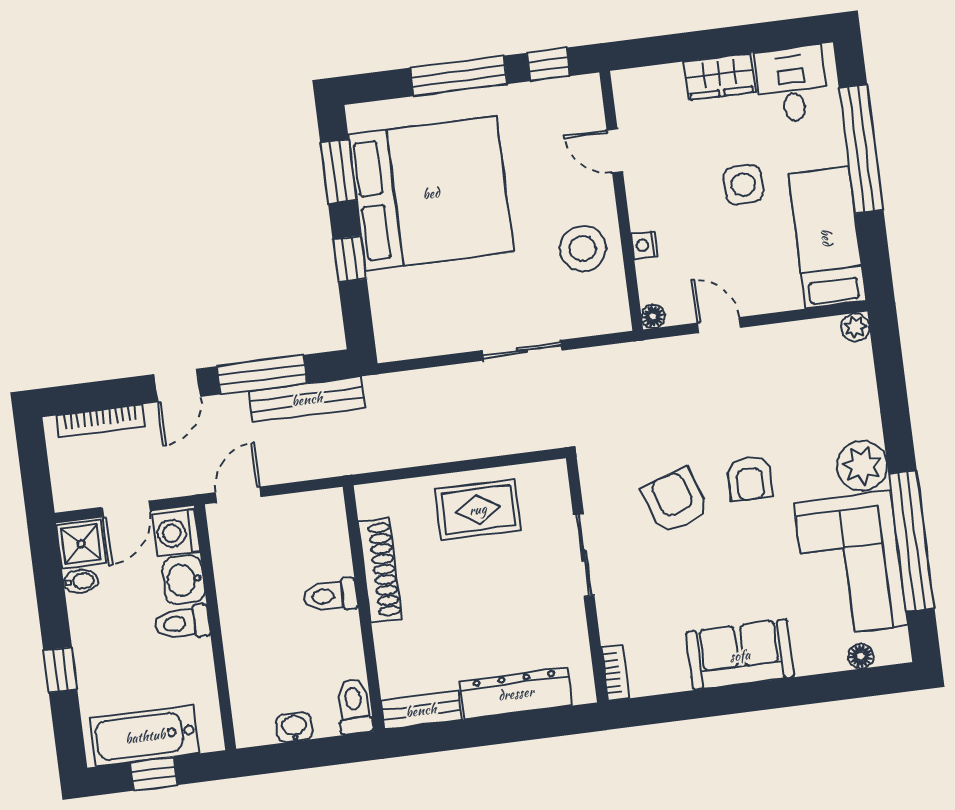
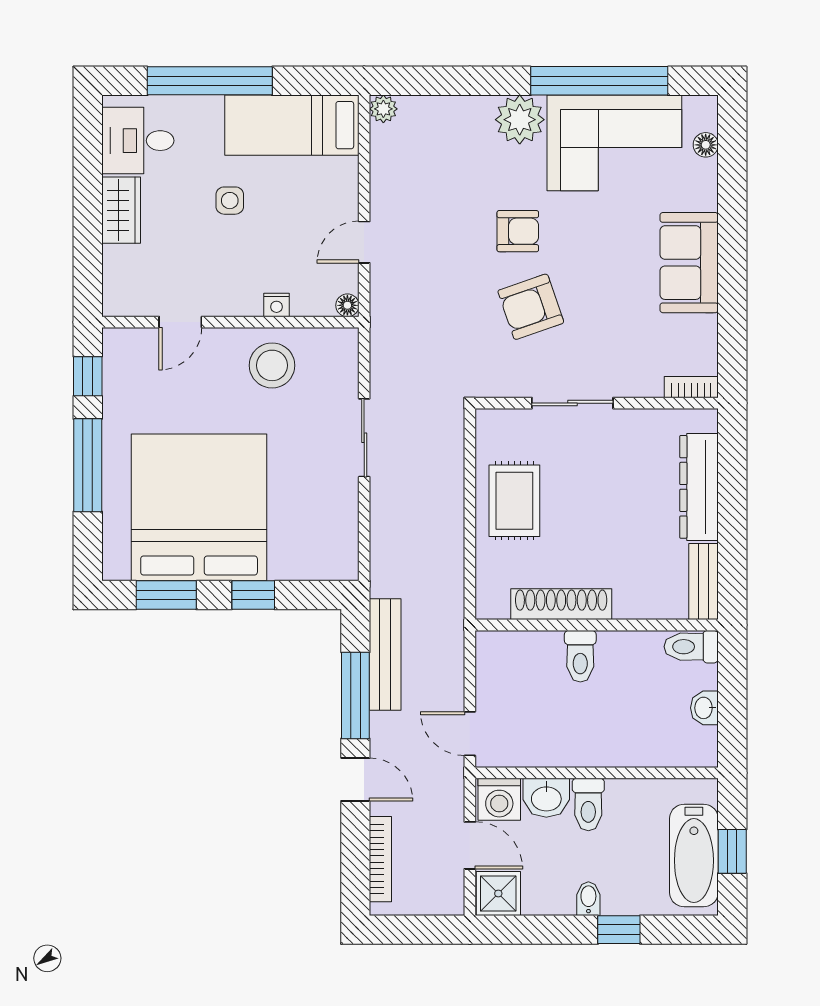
side table: (743, 185) -> (230, 201), width x0.73, depth x0.73
bidet: (81, 581) -> (588, 899), moved

